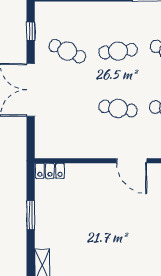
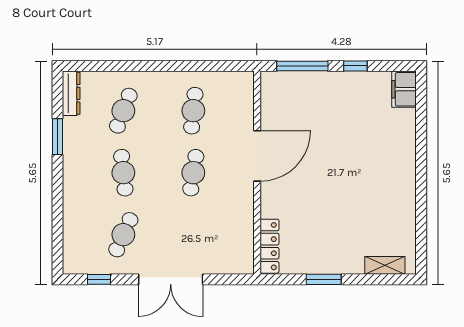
door: (132, 161) -> (257, 156), width x1.36
locker: (50, 171) -> (269, 246), width x1.53

